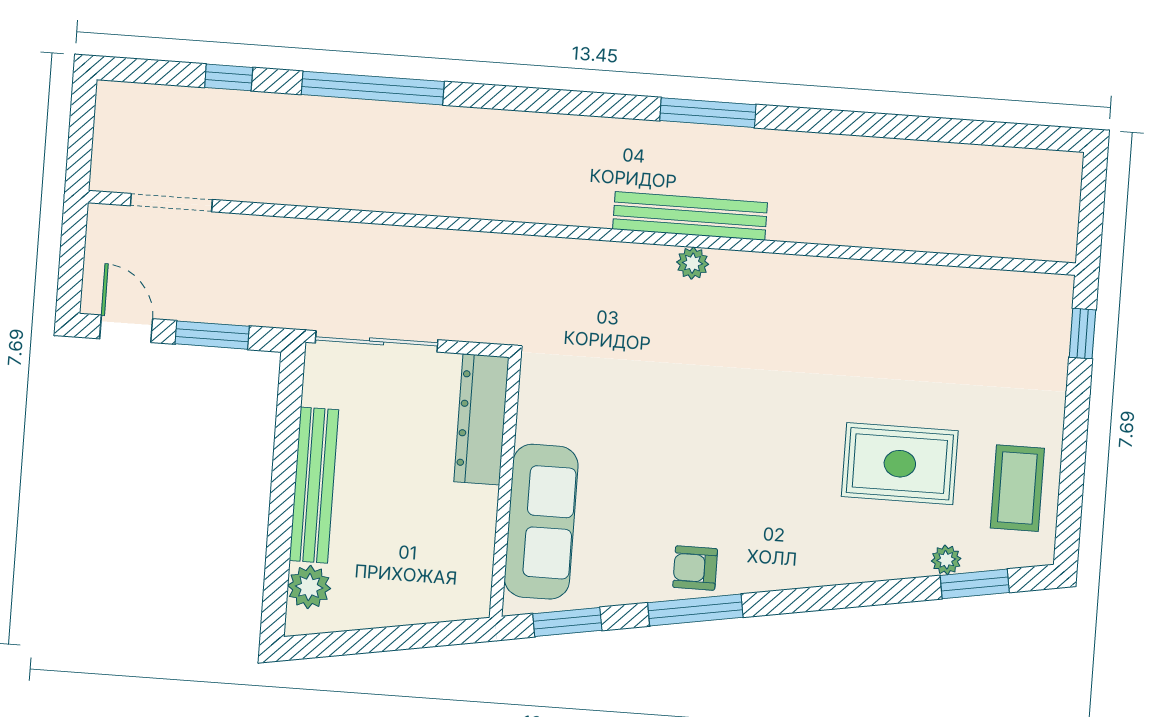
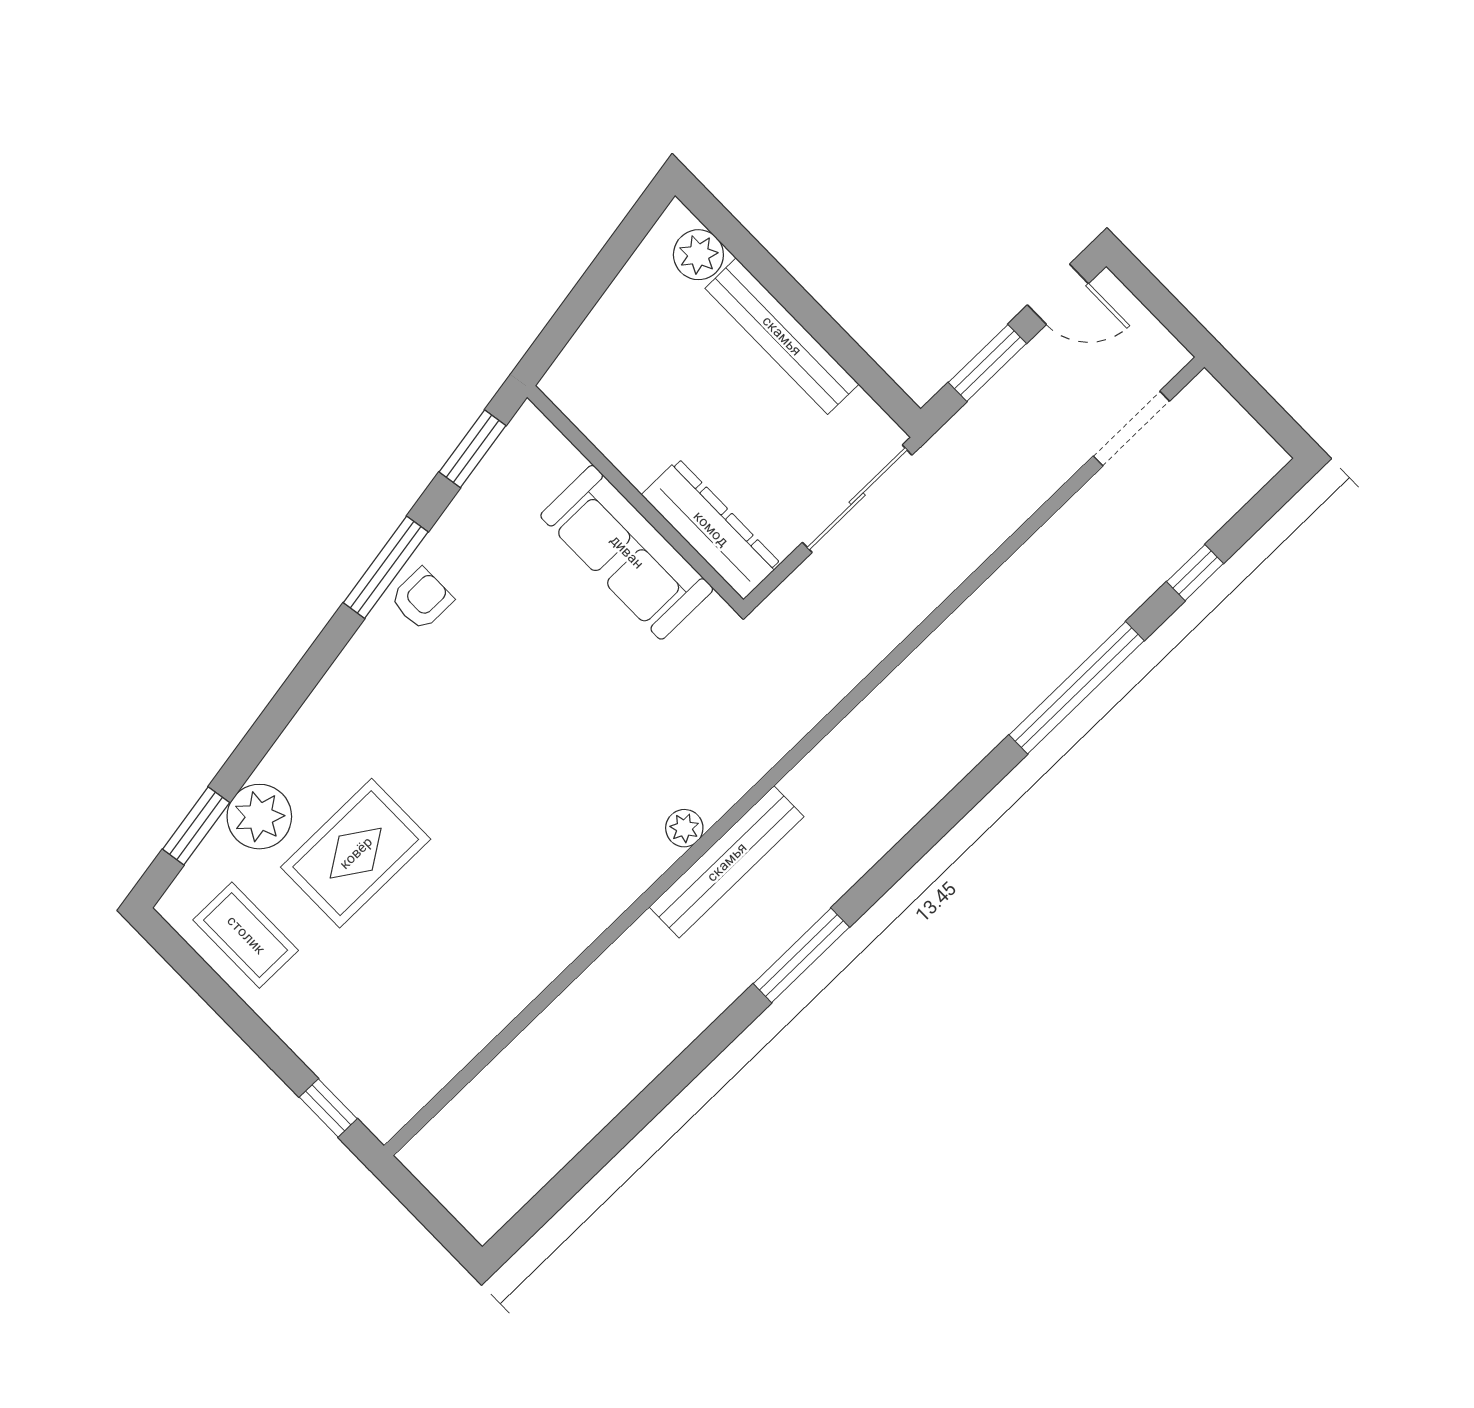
sofa: (541, 522) -> (627, 552), moved
plant: (946, 560) -> (259, 817), width x1.88, depth x1.88

